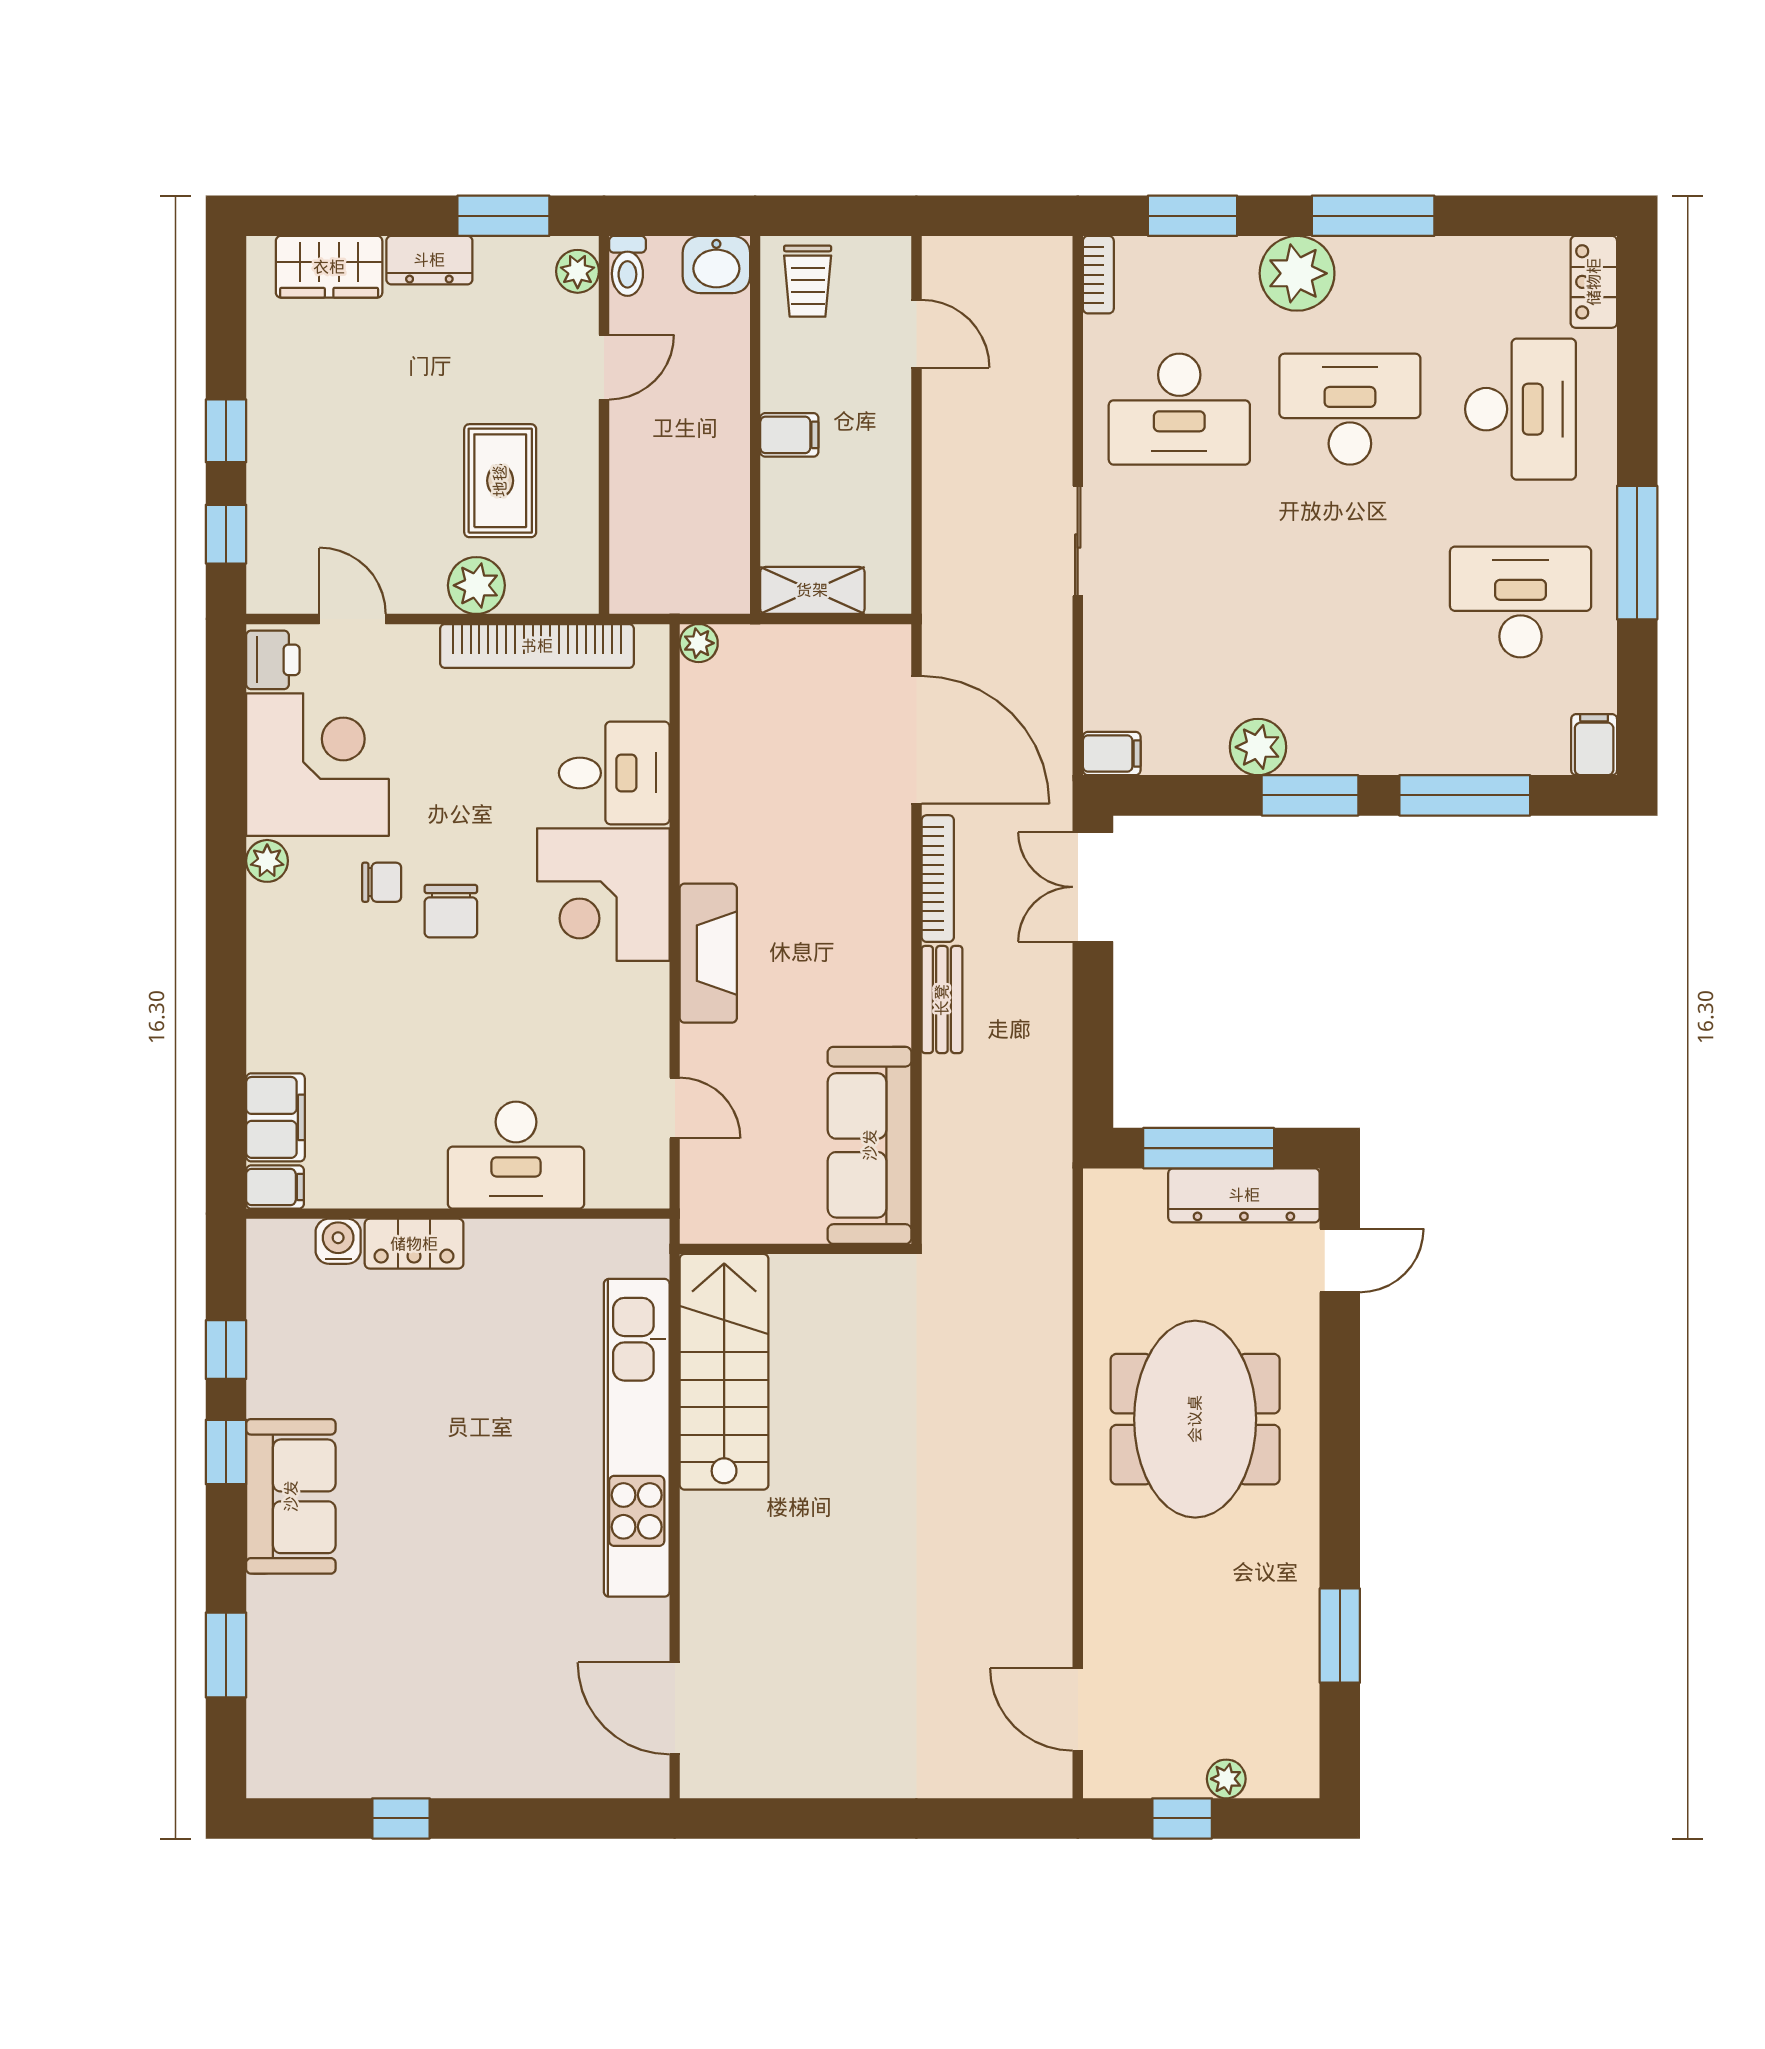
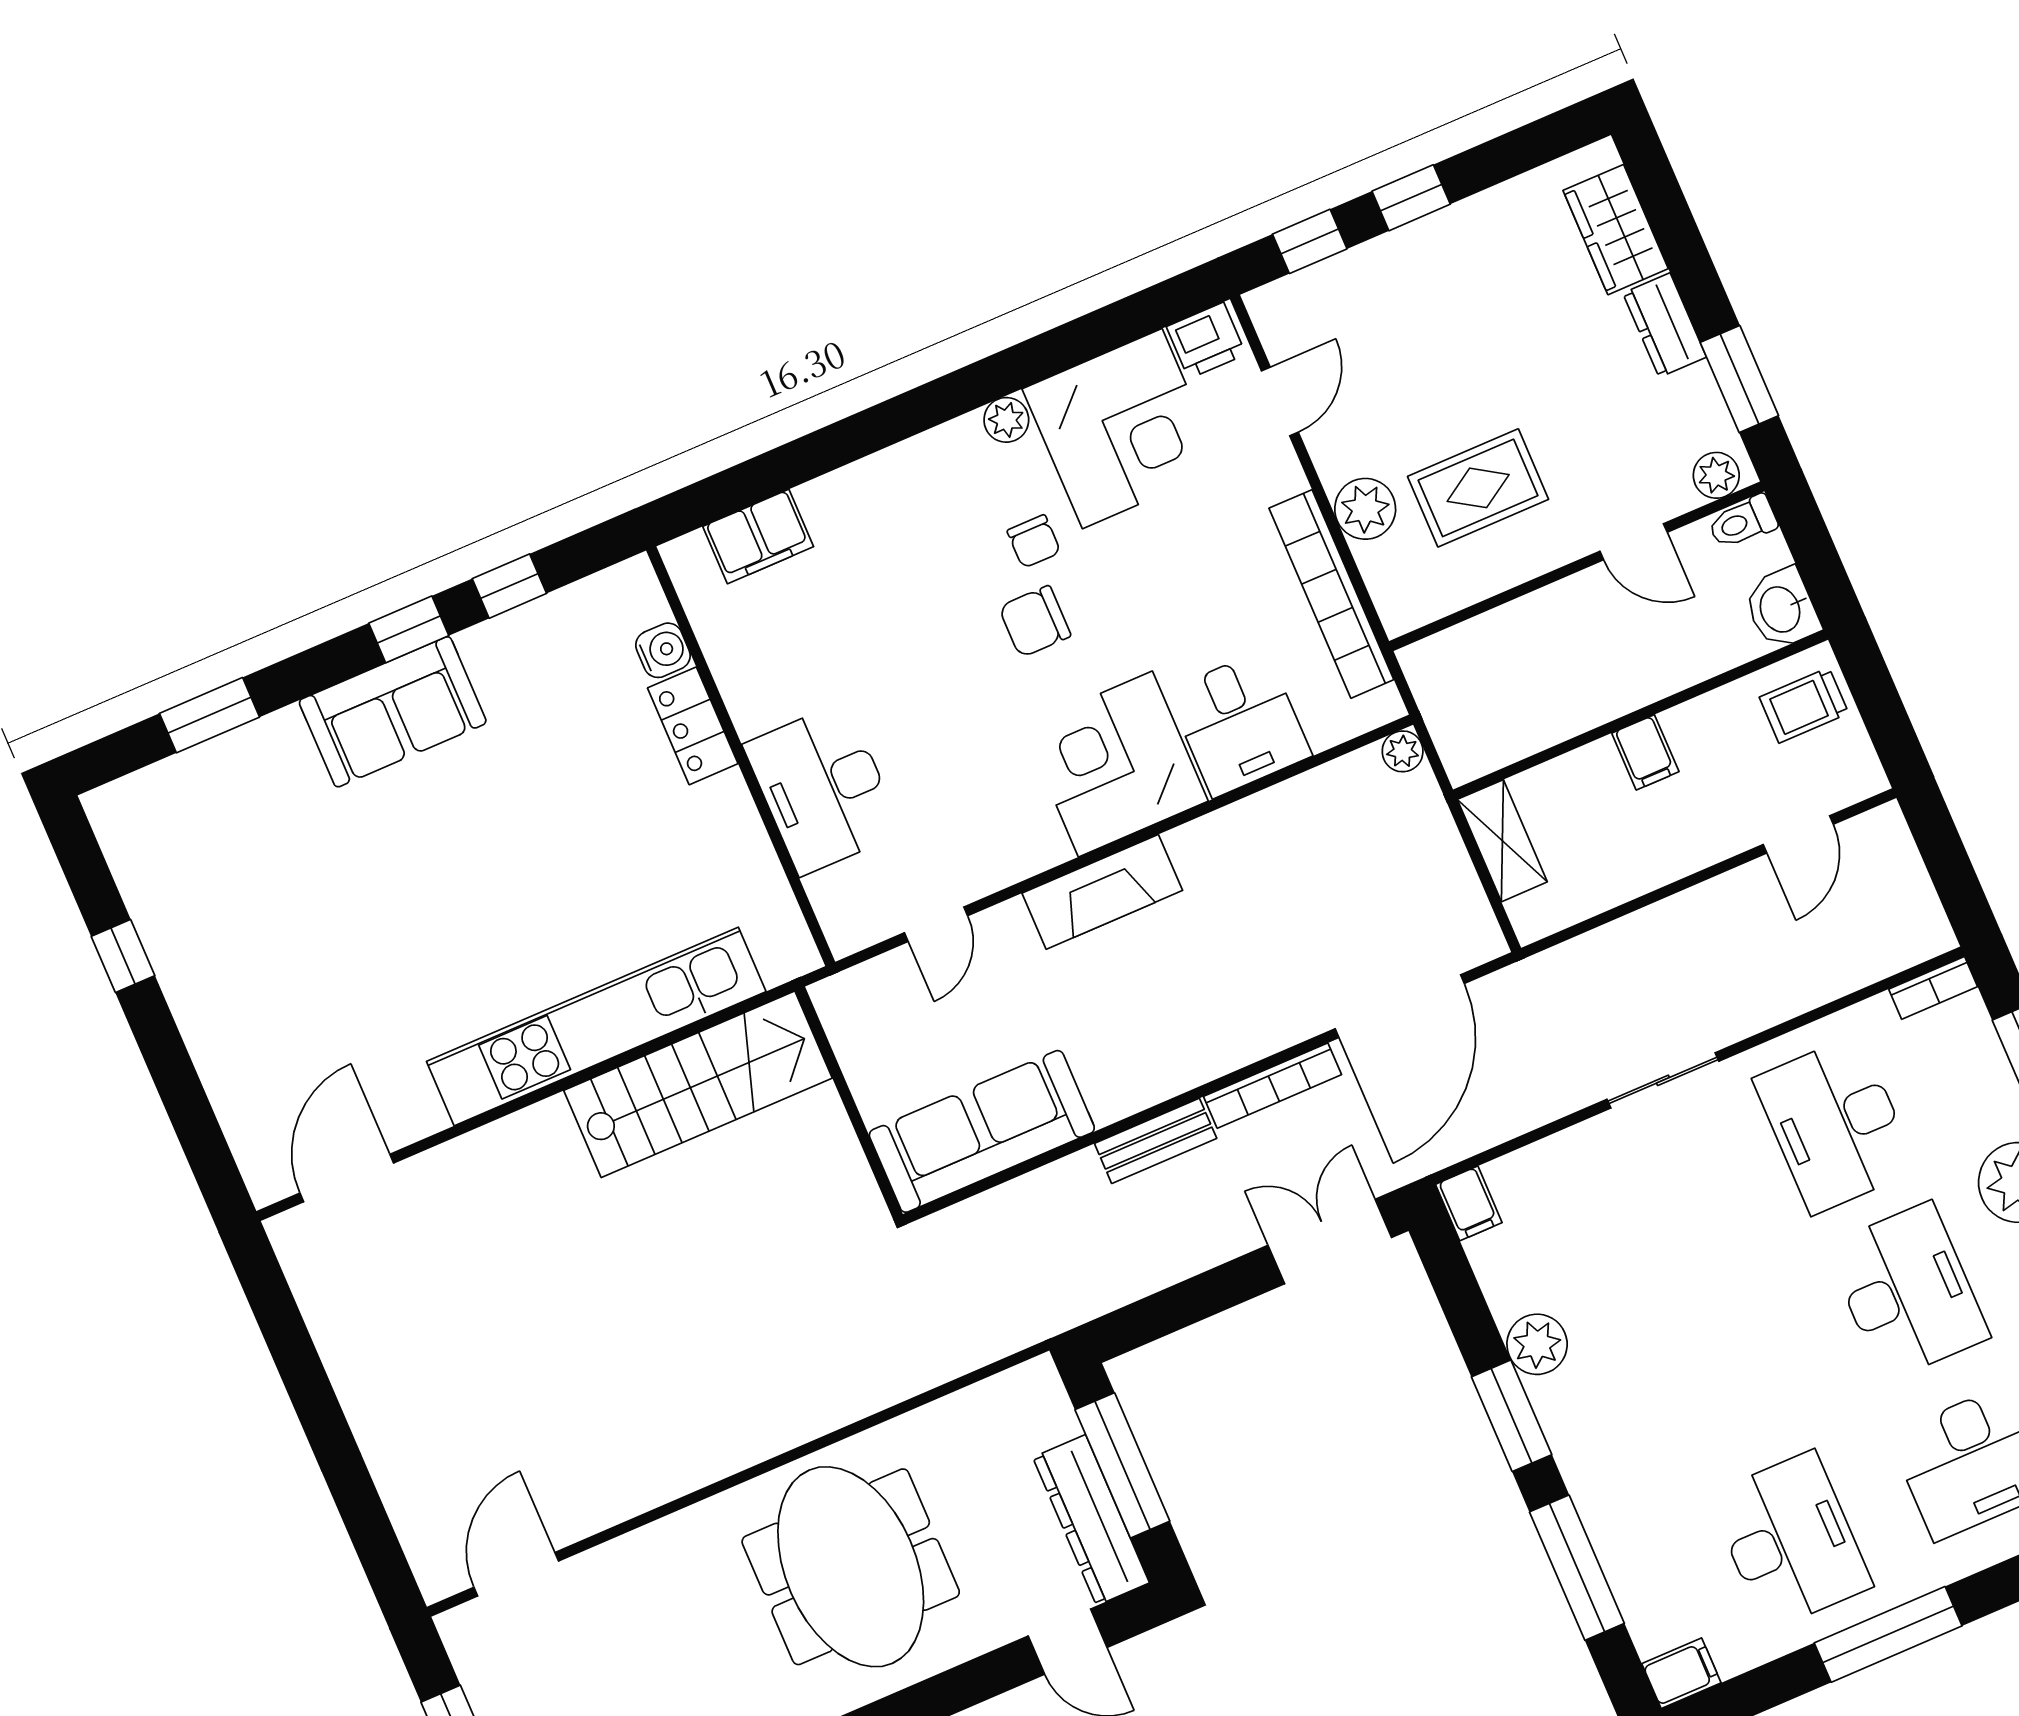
filing cabinet: (275, 1187) -> (690, 565), removed
meeting table: (1195, 1419) -> (851, 1567), turned 90

